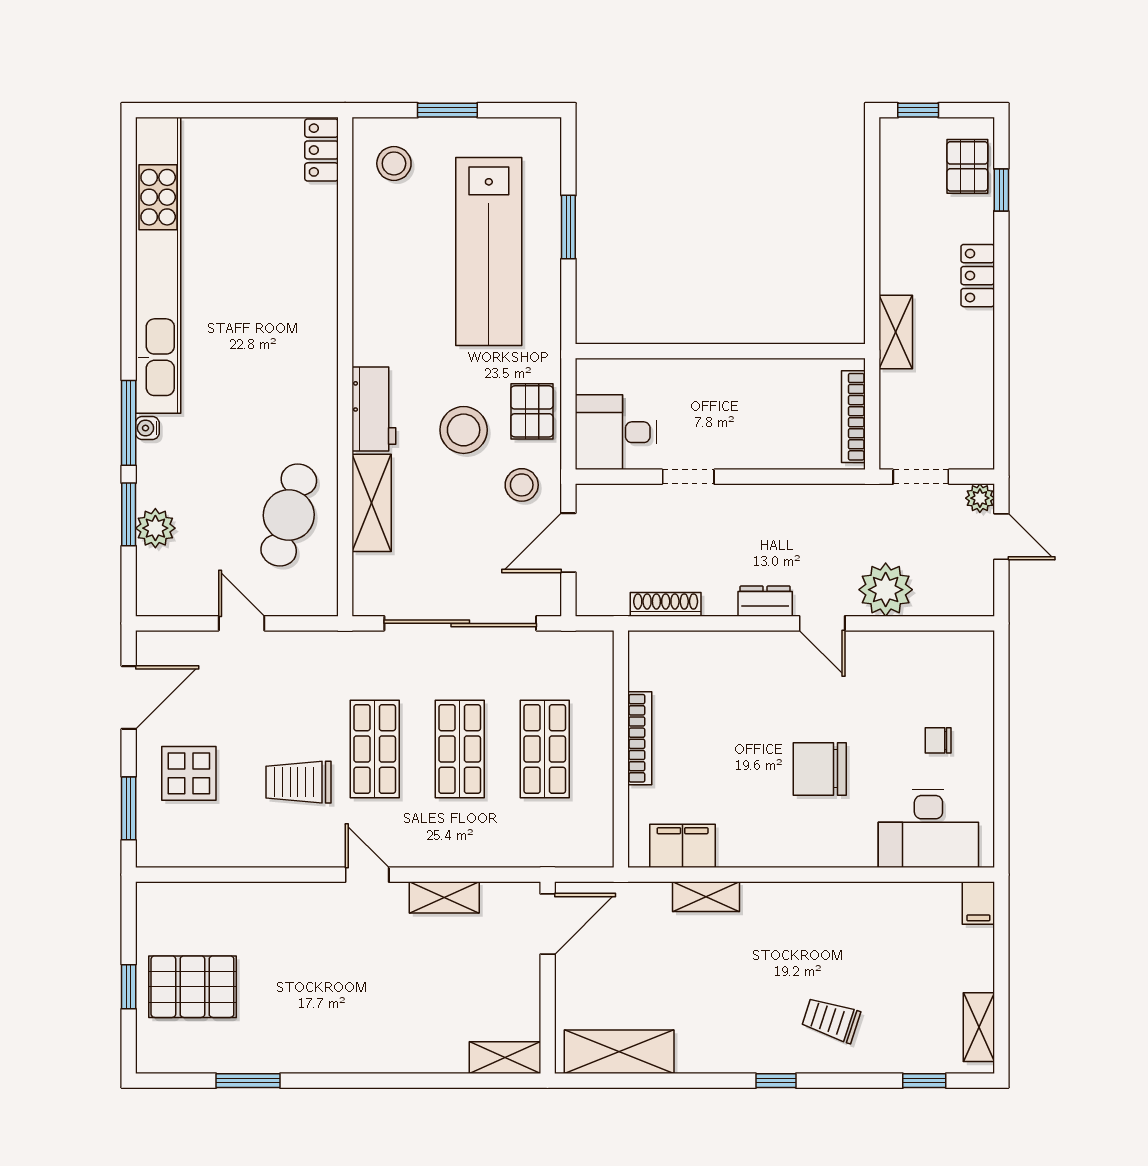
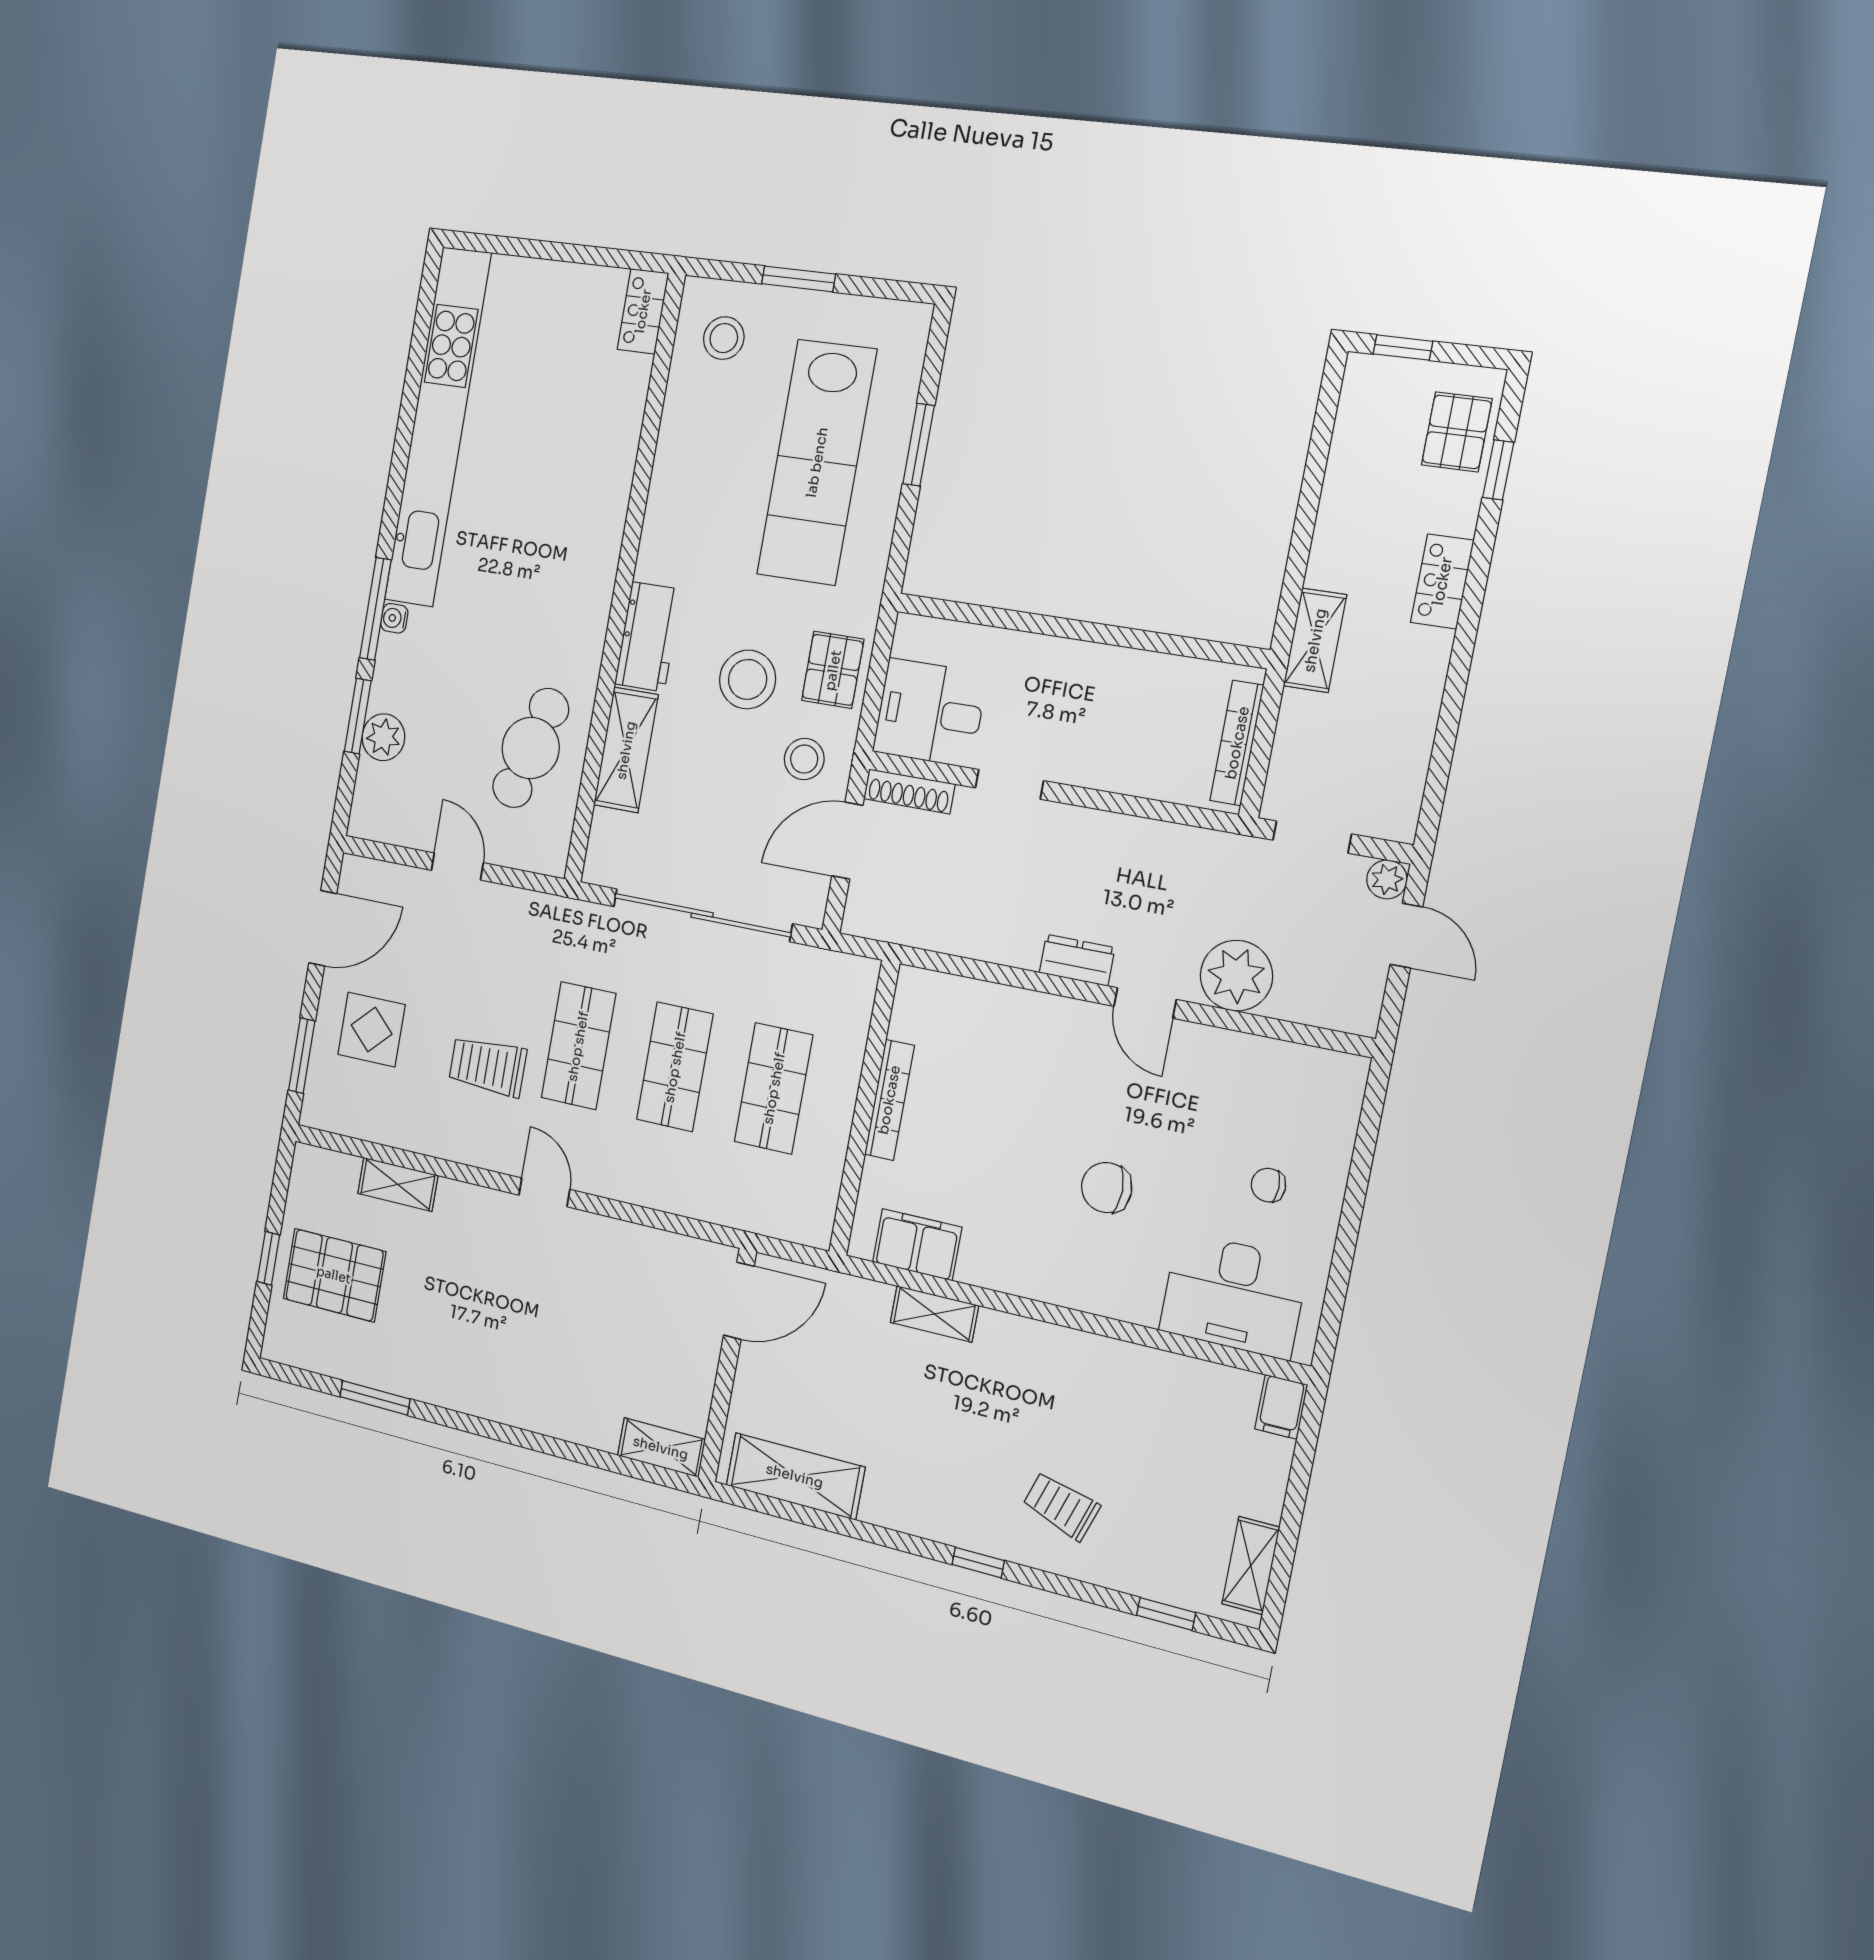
shoe rack: (666, 604) -> (909, 791), moved, turned 180
chair: (820, 769) -> (1107, 1188), width x0.73, depth x0.73
shelving: (444, 897) -> (398, 1184), moved

